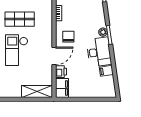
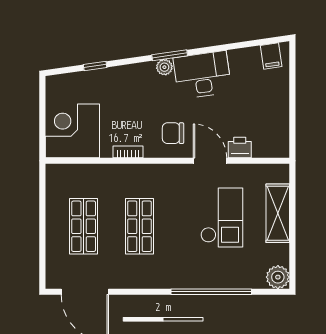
checkout: (17, 50) -> (222, 218), moved, turned -90
filing cabinet: (106, 71) -> (271, 56), moved
filing cabinet: (62, 88) -> (271, 145), removed
shelving: (37, 92) -> (278, 213), moved

